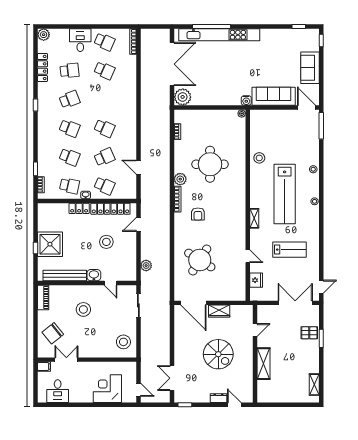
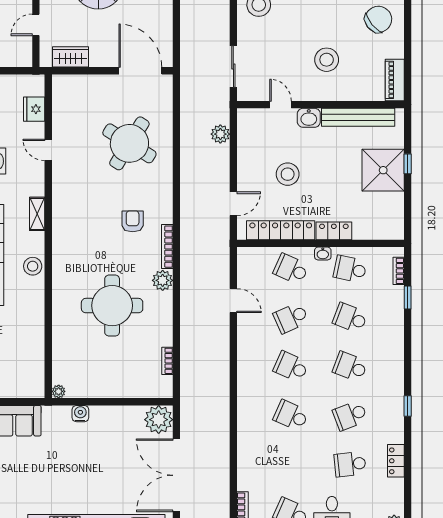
locker: (42, 67) -> (396, 461), width x0.66
school desk: (104, 71) -> (291, 415), moved
water cooler: (246, 100) -> (80, 414), moved
stool: (259, 158) -> (33, 266), moved
wardrobe: (219, 311) -> (70, 57), moved

